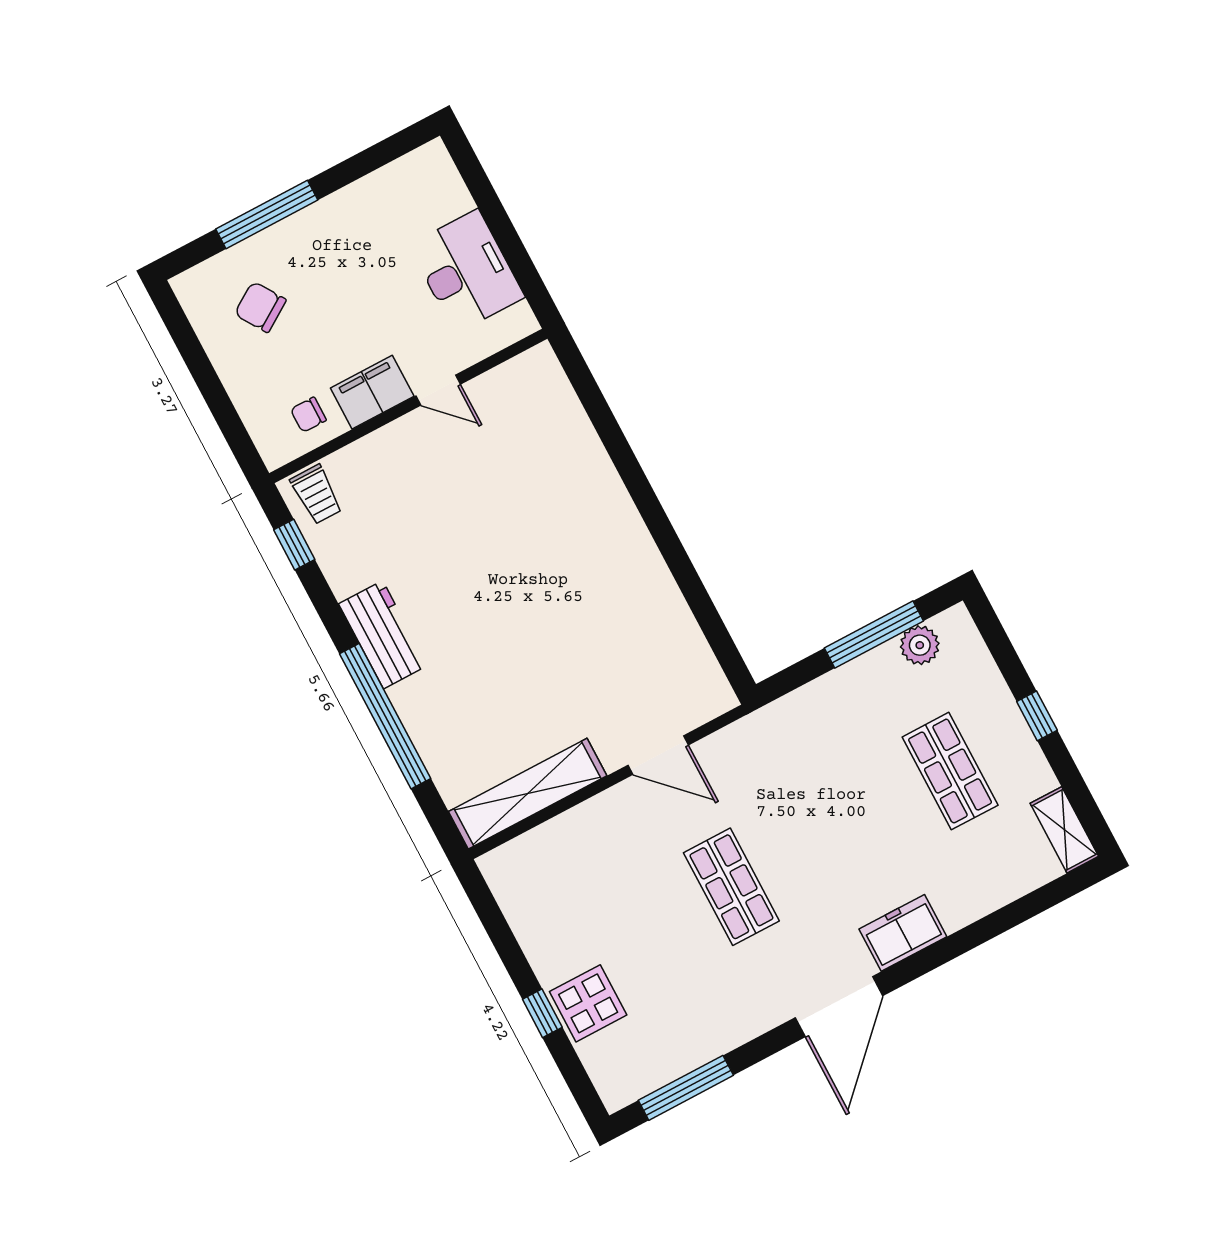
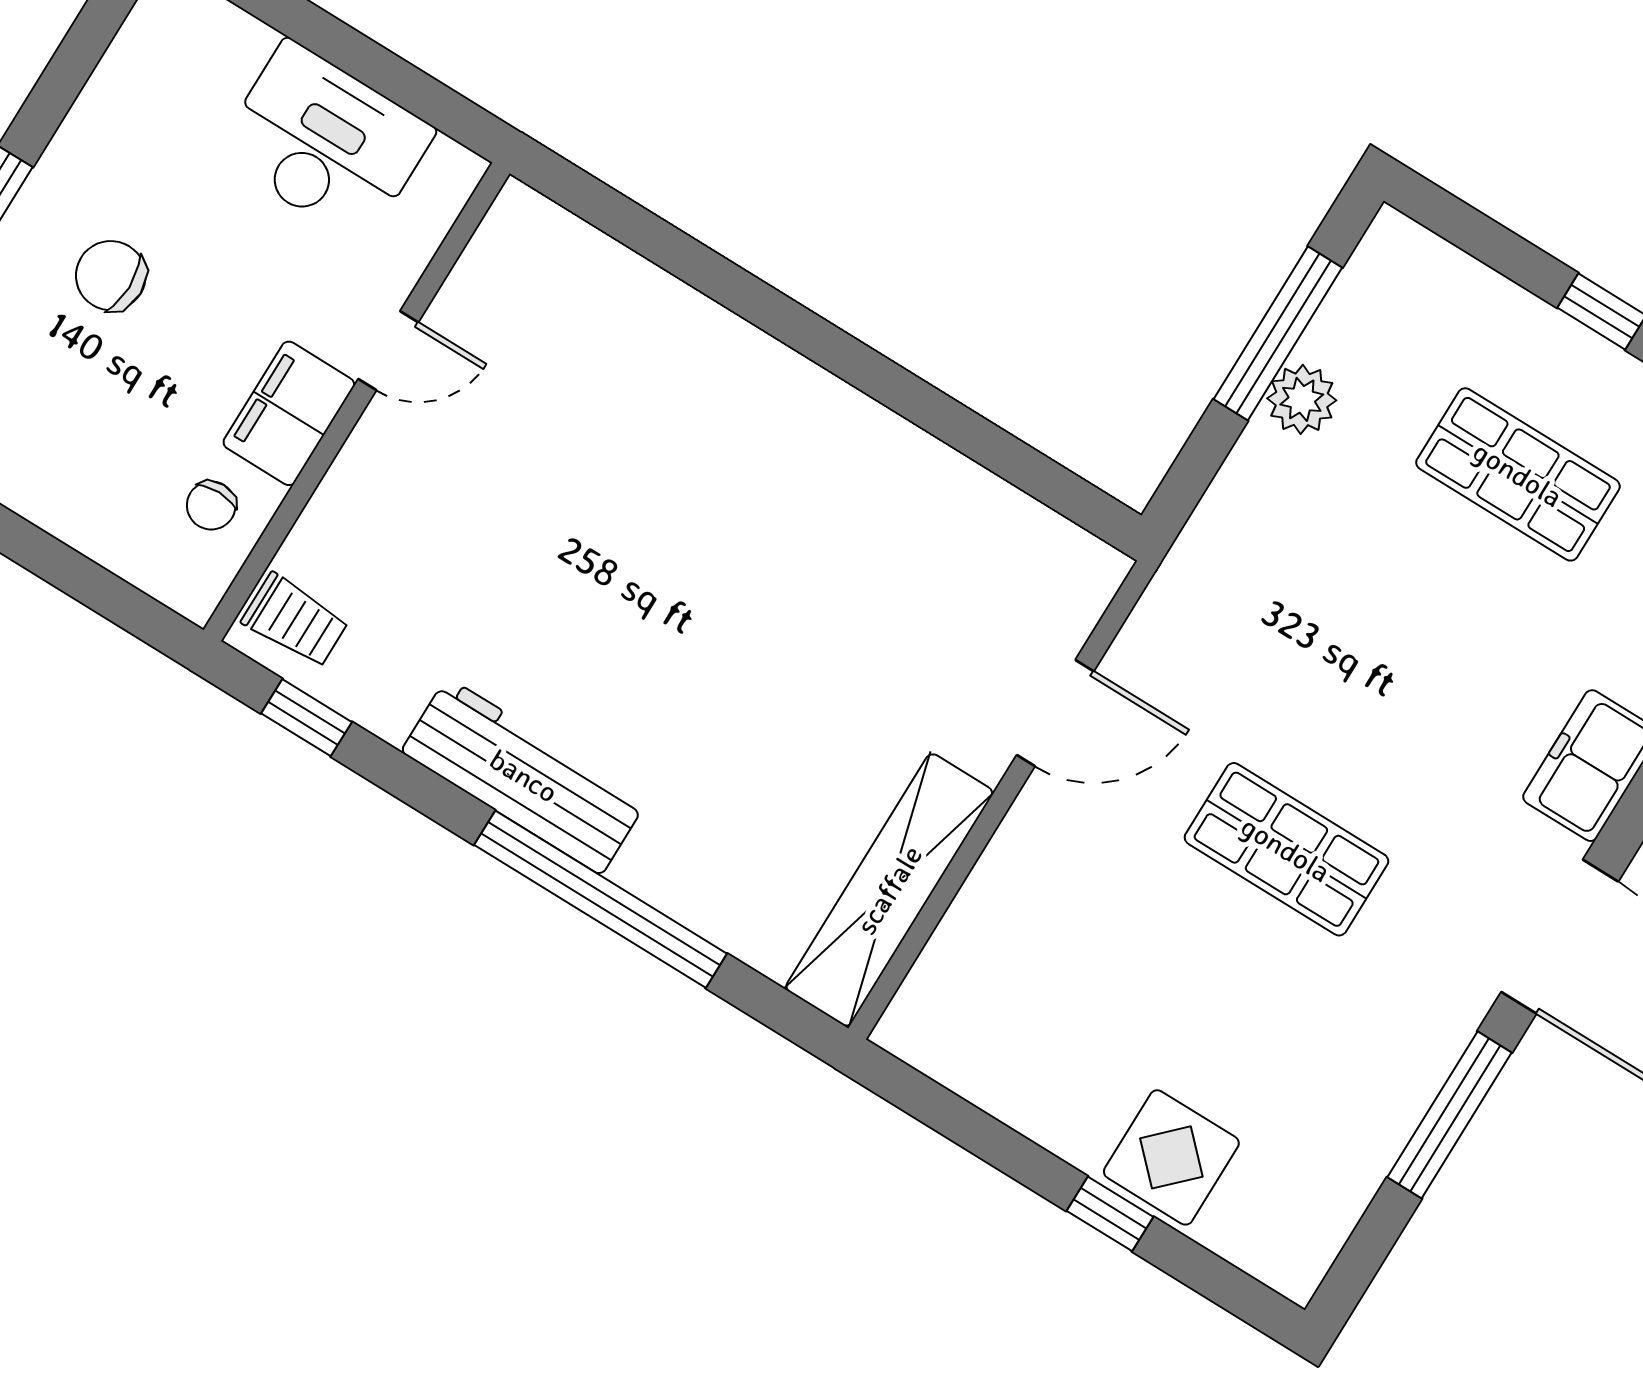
chair: (260, 307) -> (111, 276), moved, turned 33
workbench: (383, 635) -> (524, 776), width x1.38
plant: (920, 645) -> (1302, 399), moved
window: (686, 1088) -> (1450, 1115), moved

